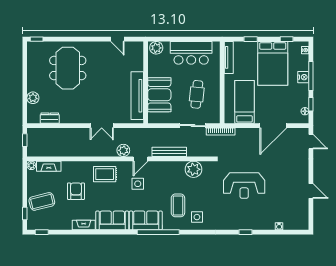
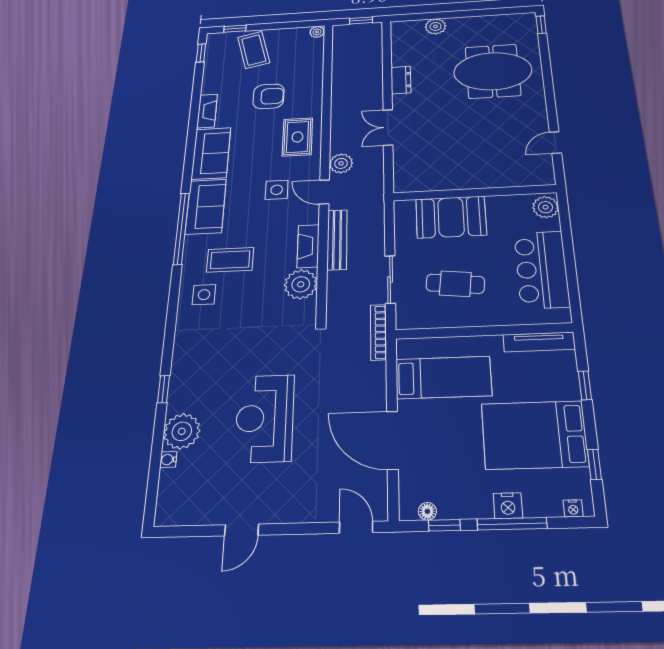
tv unit: (137, 96) -> (447, 180), removed
dresser: (50, 118) -> (401, 80), moved
door: (311, 142) -> (356, 527), swing flipped
fireplace: (49, 166) -> (308, 246), moved
reception desk: (244, 186) -> (265, 418), moved
plant: (266, 221) -> (182, 431), added

